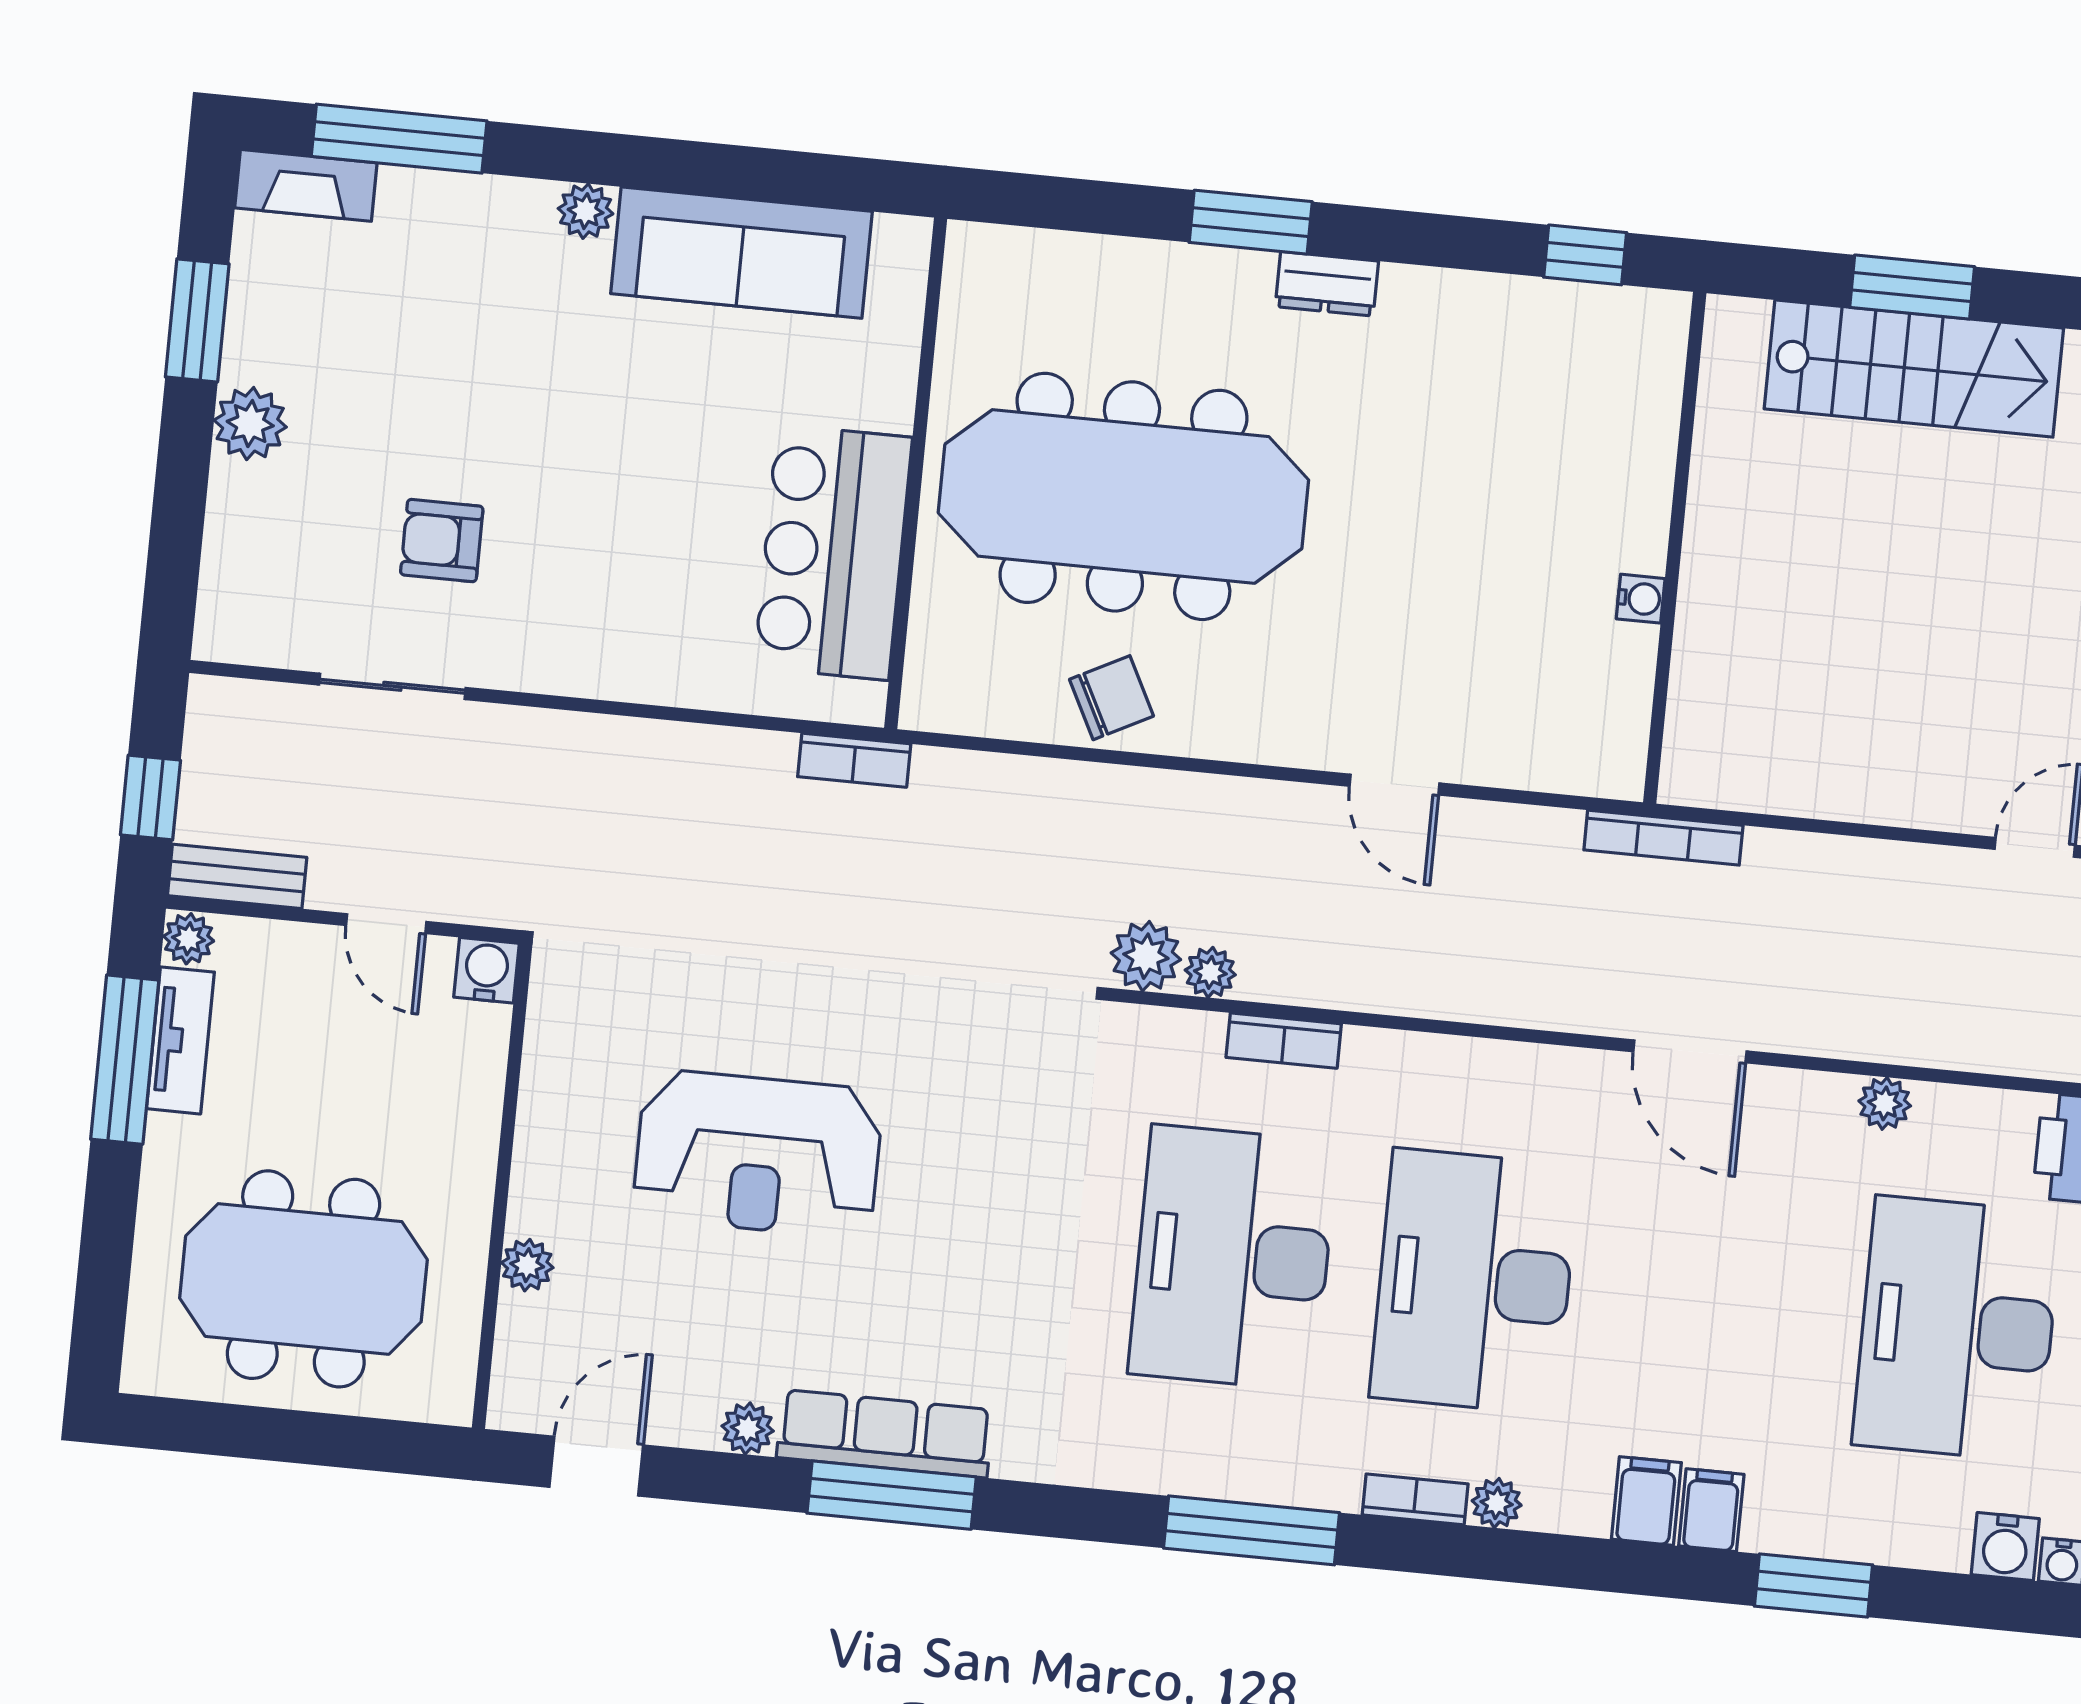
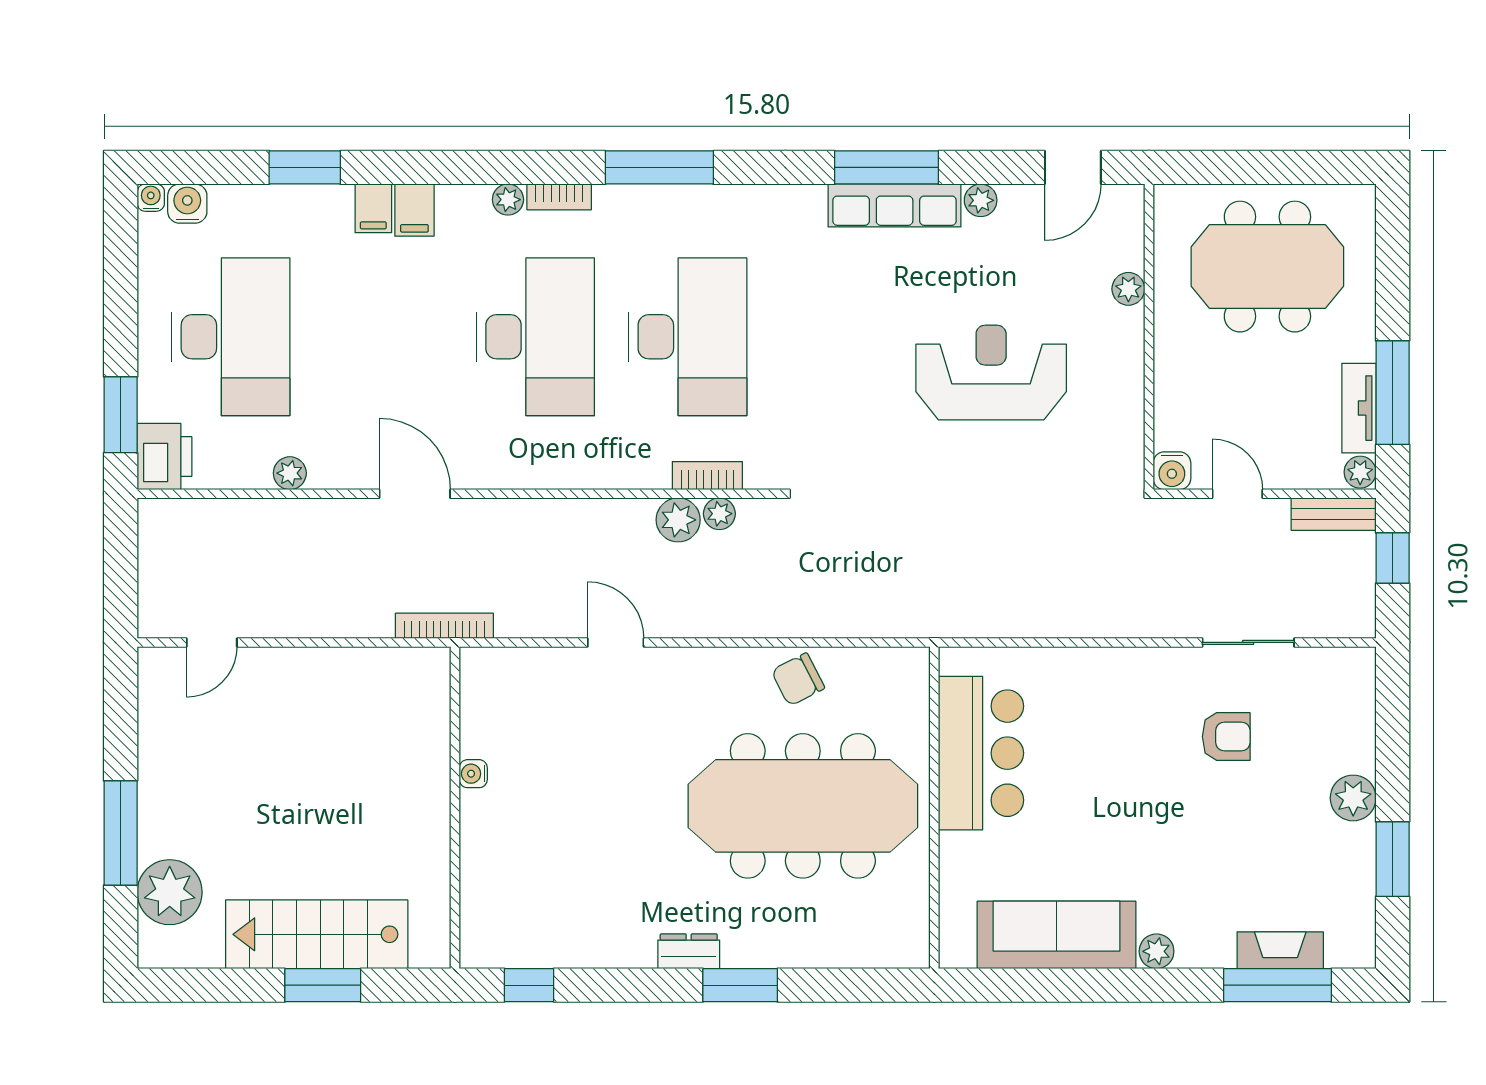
fireplace: (306, 185) -> (1280, 950), moved
bookcase: (854, 760) -> (955, 624), removed
plant: (1146, 956) -> (678, 520), moved
bookcase: (1284, 1041) -> (707, 476), moved

